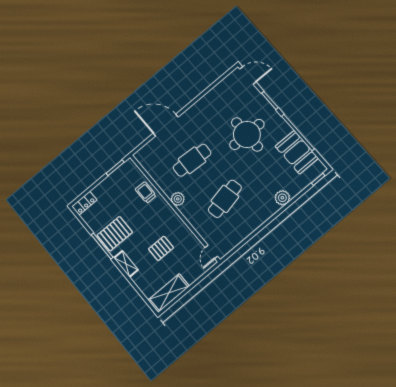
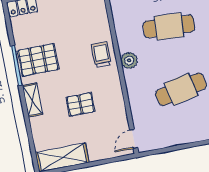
trolley: (146, 192) -> (101, 55), moved

